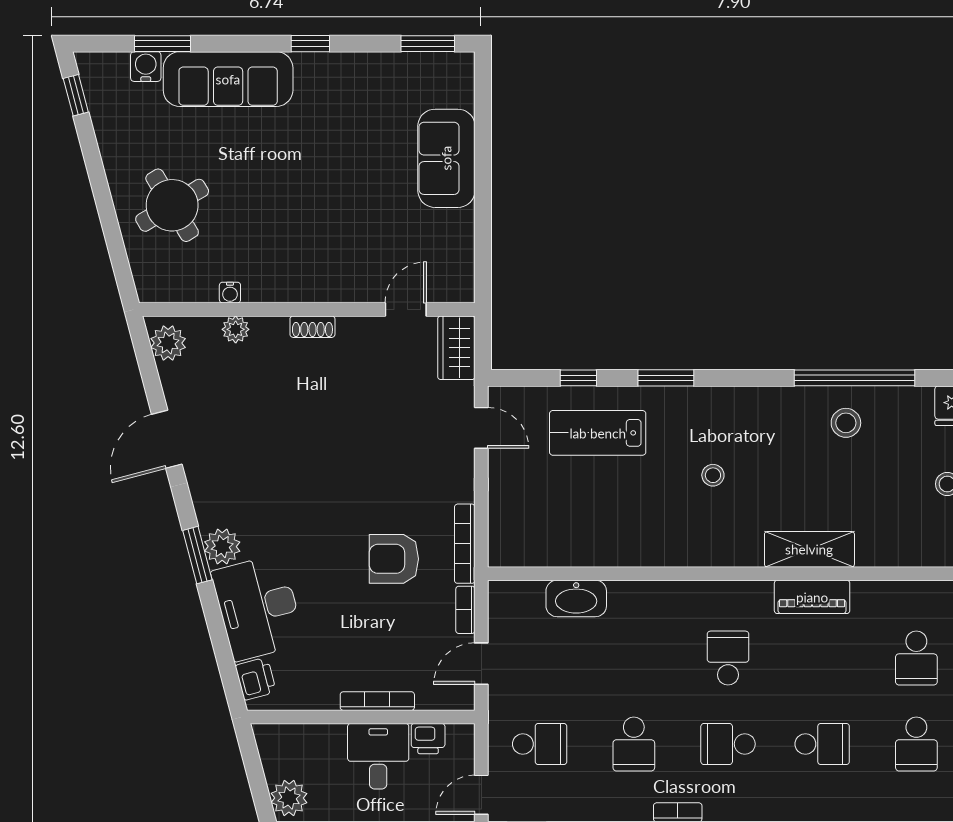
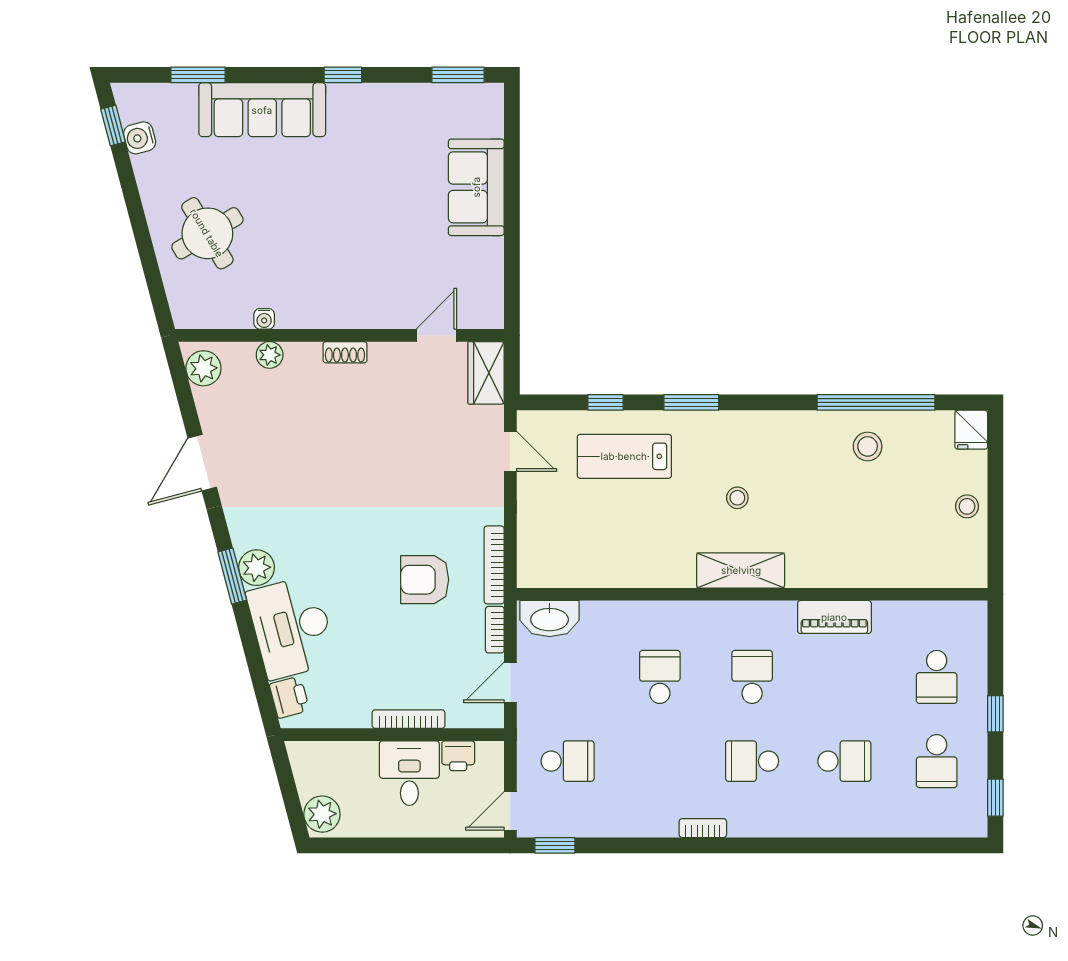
water cooler: (146, 67) -> (140, 138), moved, turned -105
shelving: (809, 549) -> (741, 570), moved
washbasin: (576, 598) -> (550, 619), moved
school desk: (634, 744) -> (660, 677), moved, turned 180

